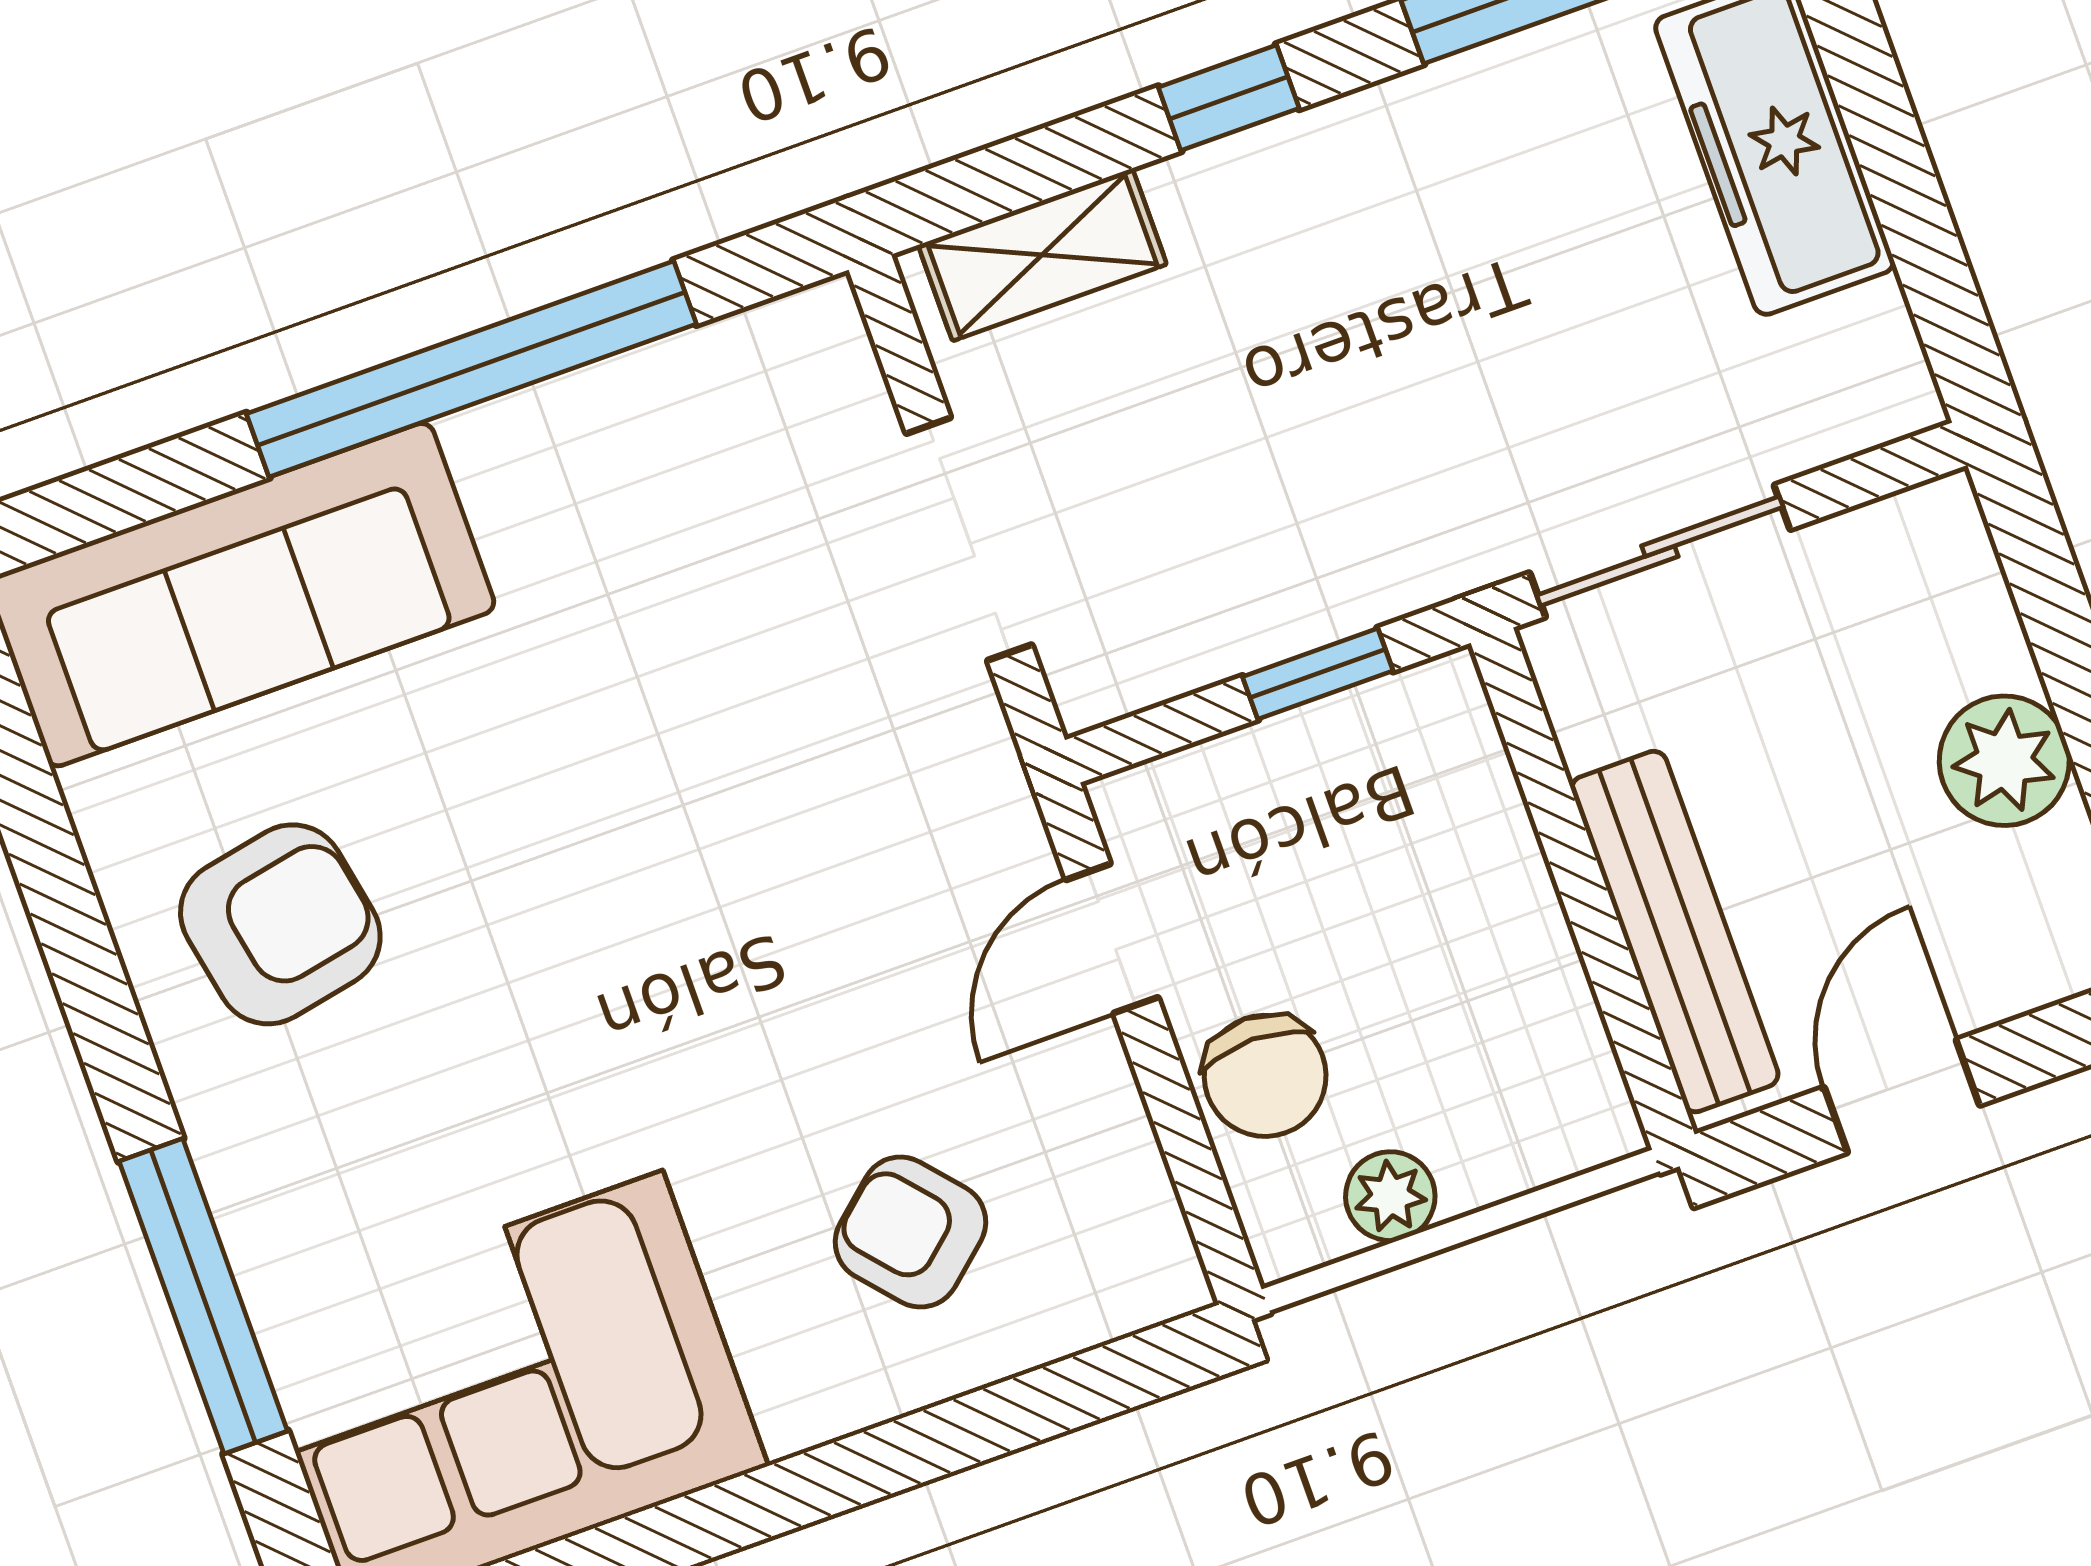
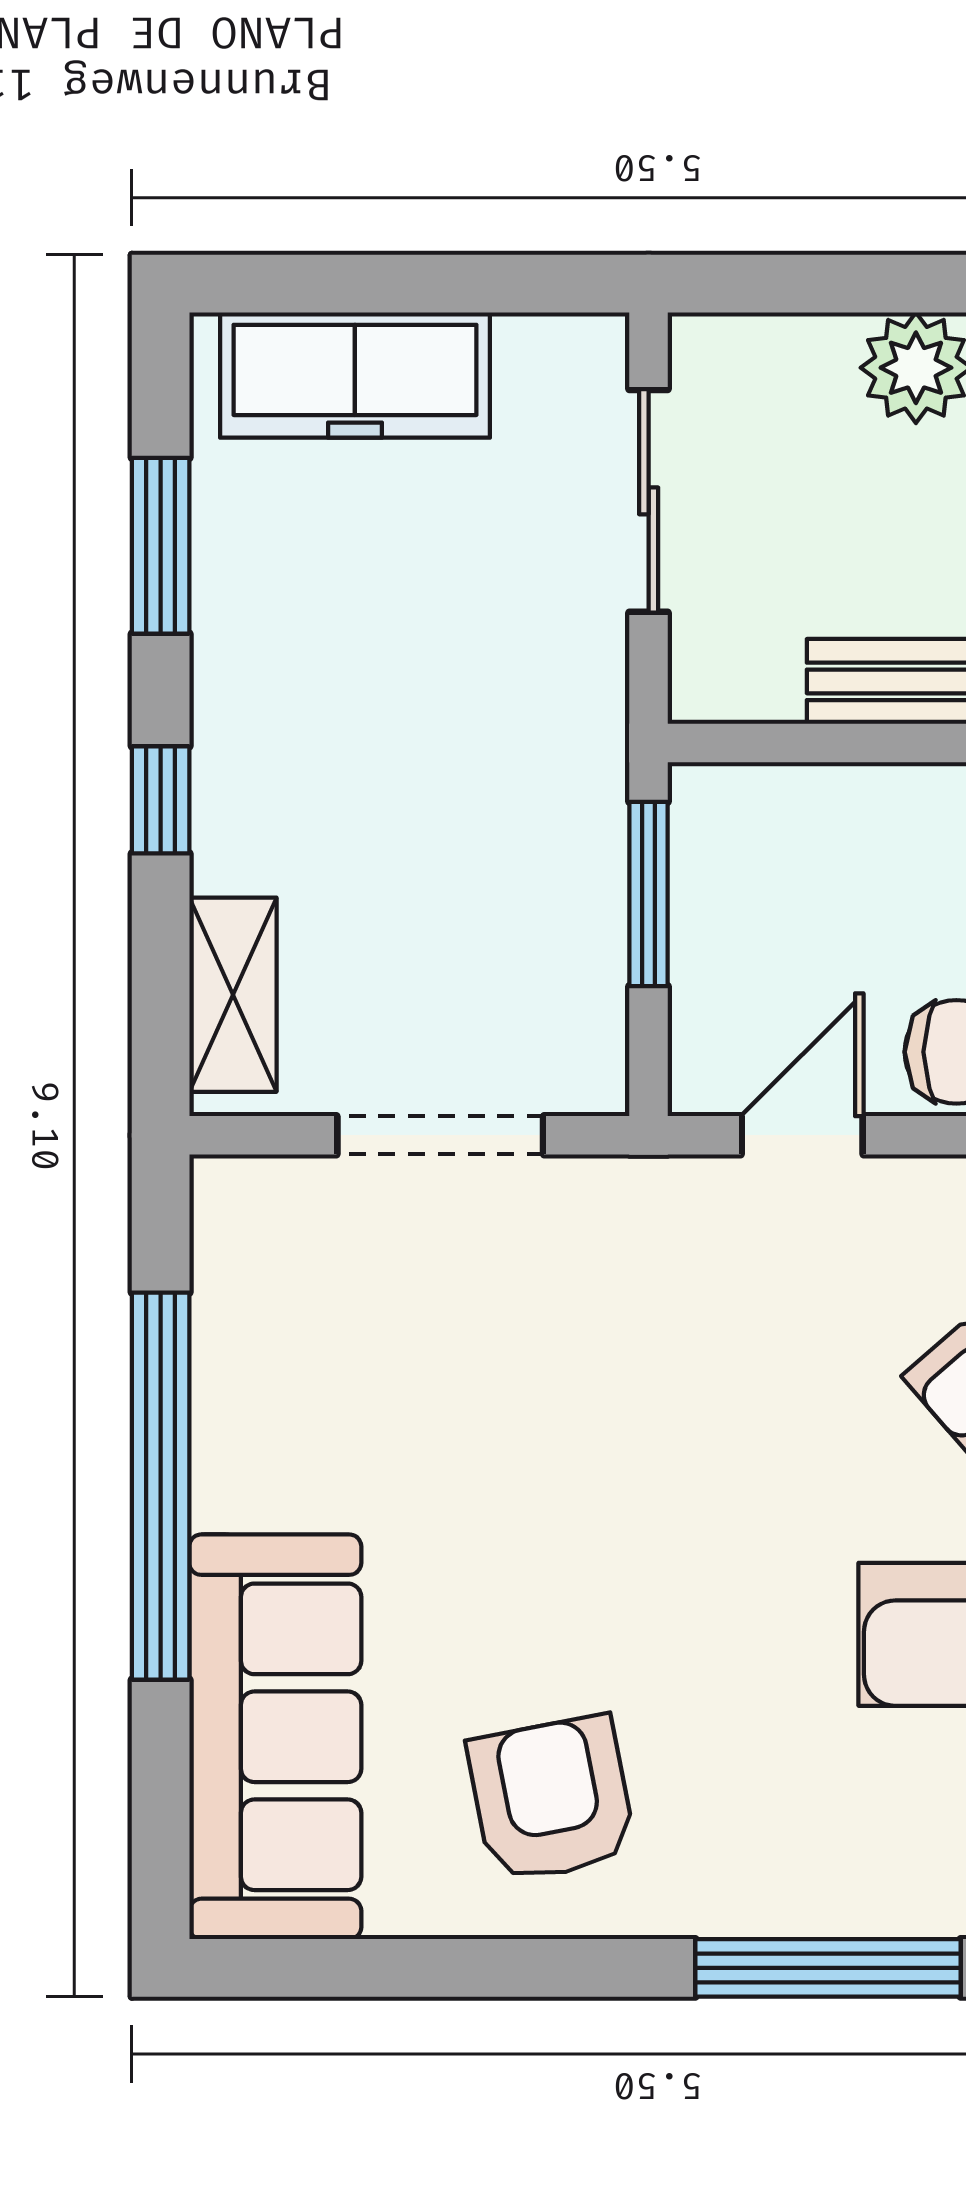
sliding door: (1660, 551) -> (649, 501), moved
window: (1318, 674) -> (649, 894), width x1.50
door: (1112, 939) -> (802, 1135), swing flipped

